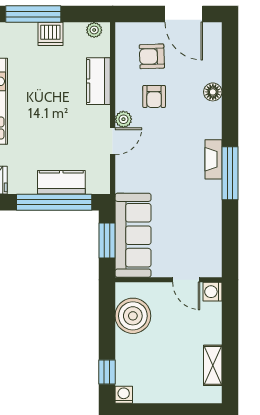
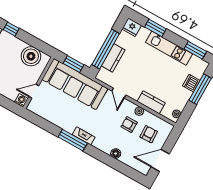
dishwasher: (50, 34) -> (191, 83), moved
plant: (123, 119) -> (139, 111), moved
sofa: (133, 235) -> (75, 84), width x1.36, depth x1.27

